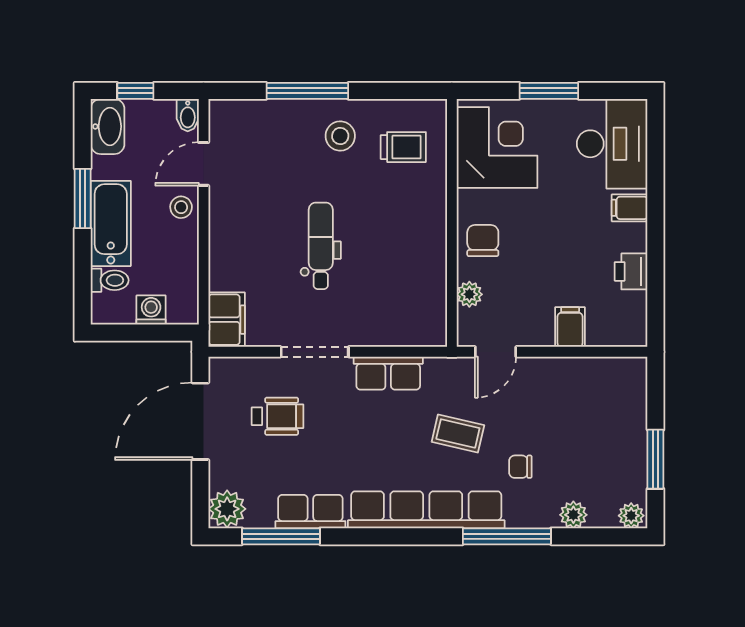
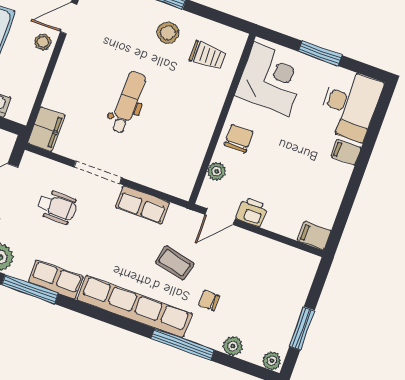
printer: (631, 271) -> (252, 212), moved, turned 90
filing cabinet: (570, 327) -> (314, 236), moved, turned -90

